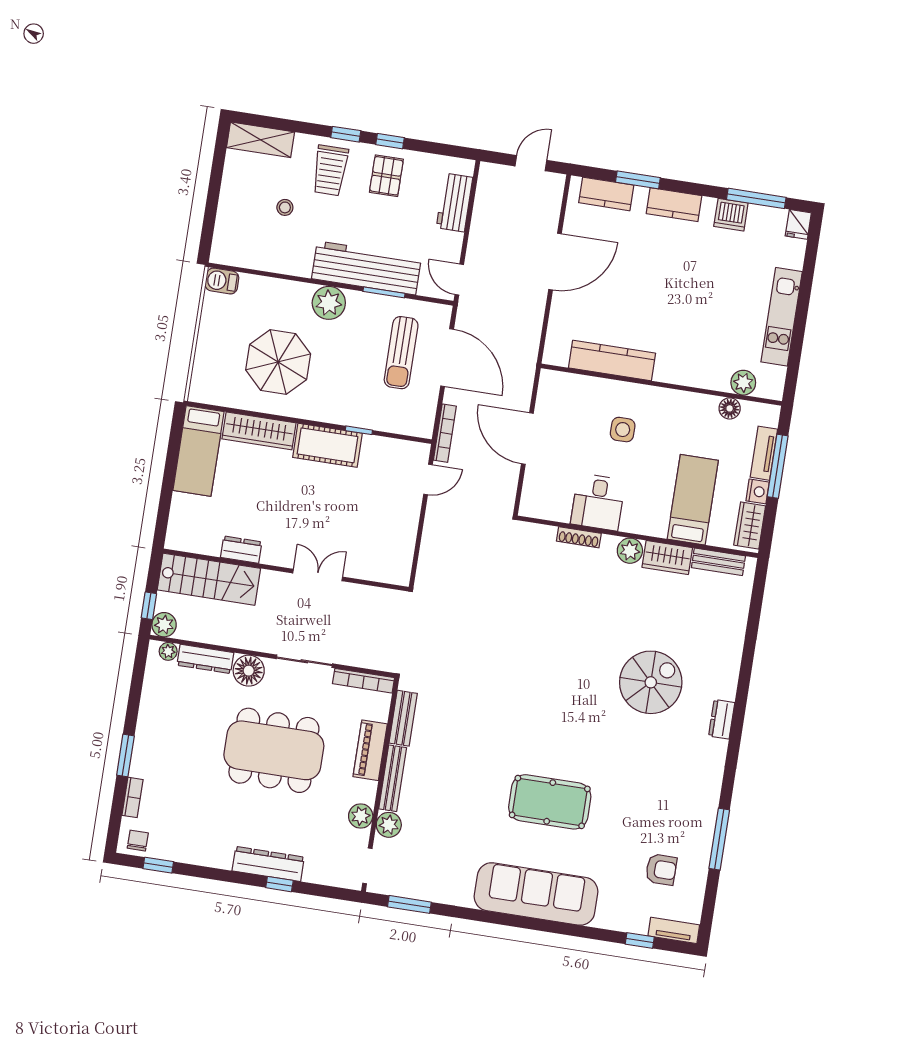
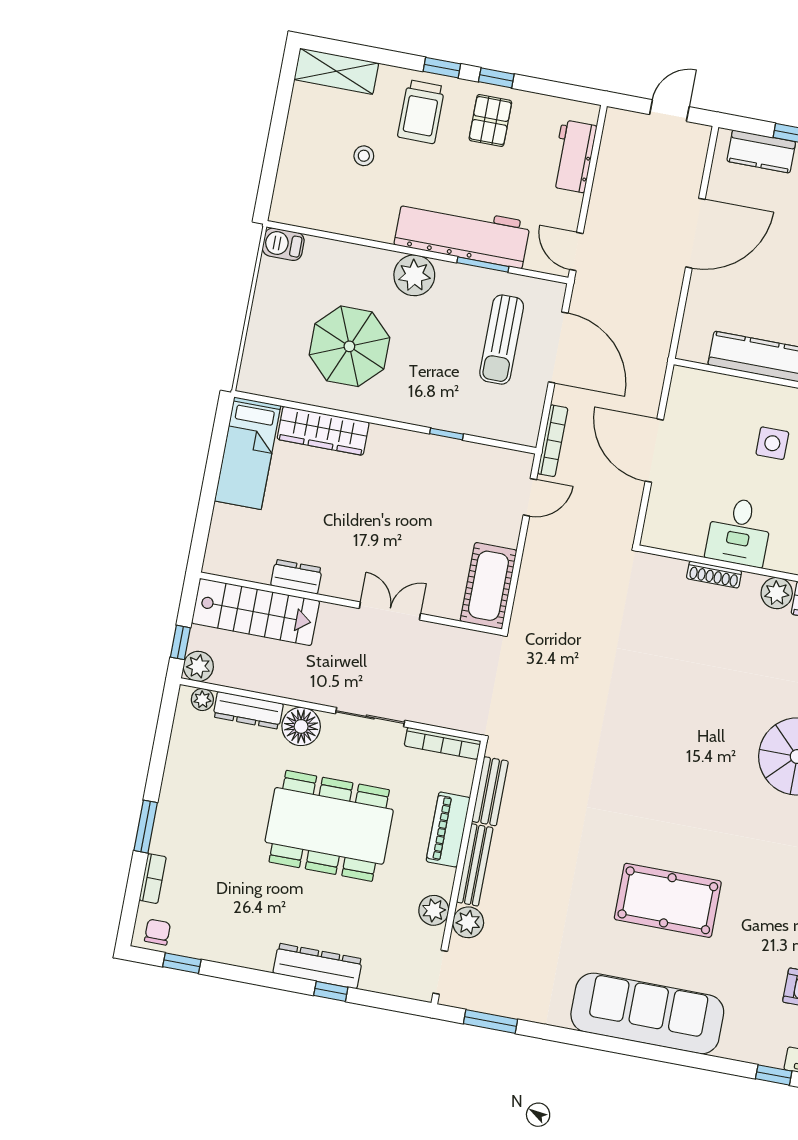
cot: (327, 445) -> (488, 586), moved, turned 90

